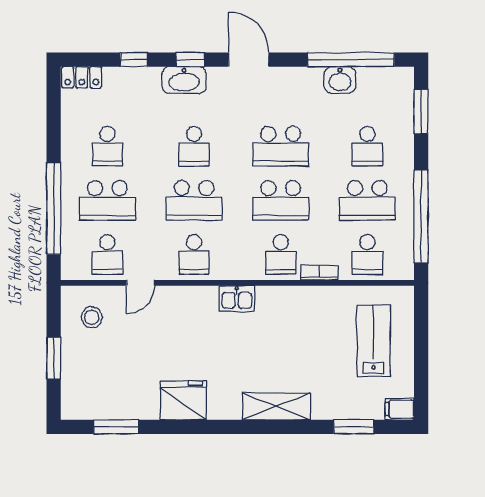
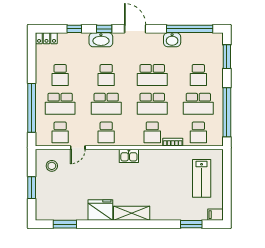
washbasin: (340, 80) -> (172, 40), moved
lab bench: (374, 341) -> (202, 178), turned 180
shelving: (277, 406) -> (132, 213), moved

